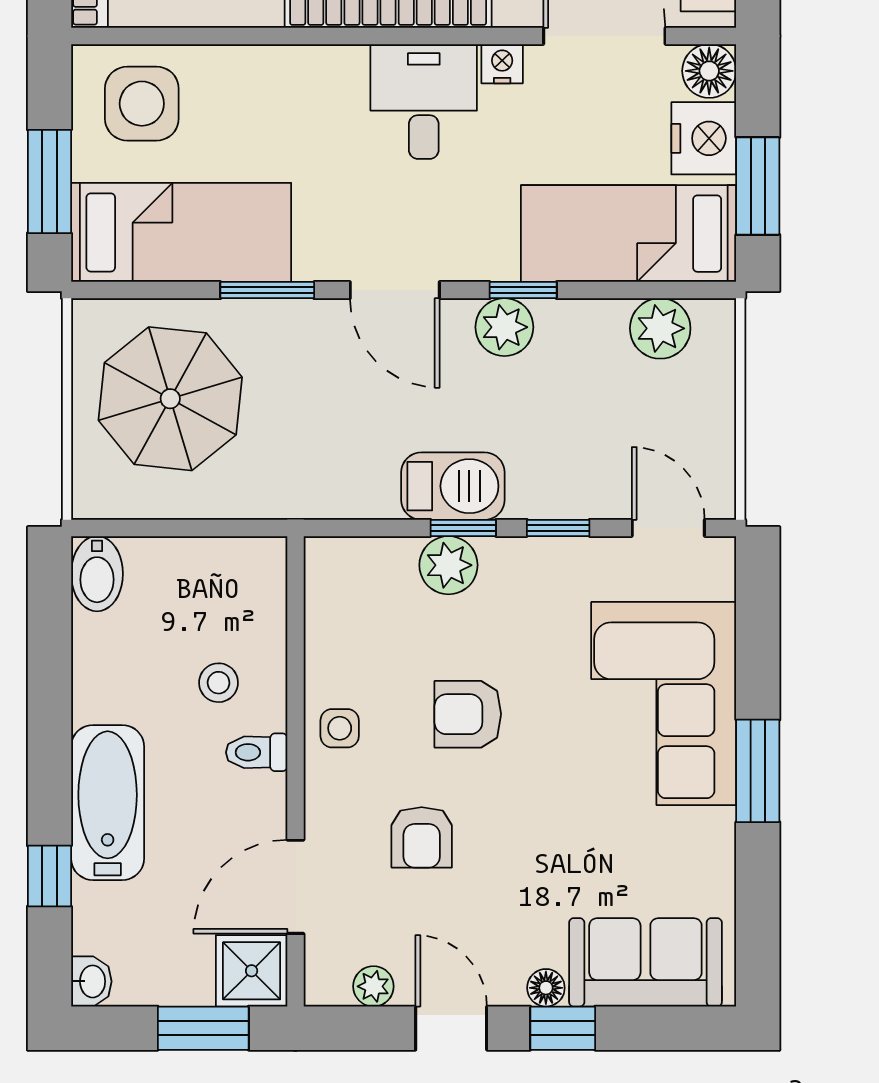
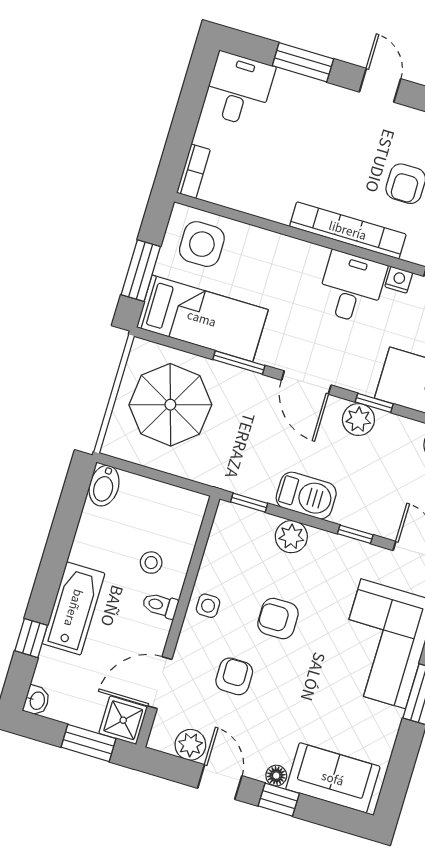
window: (463, 528) -> (249, 503), moved
armchair: (422, 837) -> (234, 676), turned 180
plant: (373, 986) -> (190, 745), width x1.38, depth x1.38

